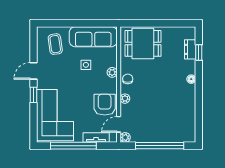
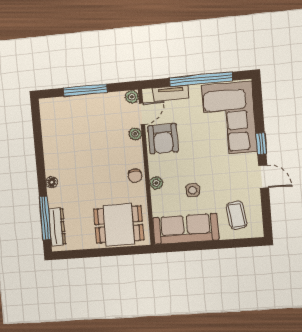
dresser: (190, 49) -> (57, 227), width x1.44
window: (199, 53) -> (45, 218), width x2.17
door: (34, 71) -> (264, 177), hinge flipped
plant: (125, 99) -> (135, 134), moved
window: (160, 146) -> (85, 90), width x0.68

